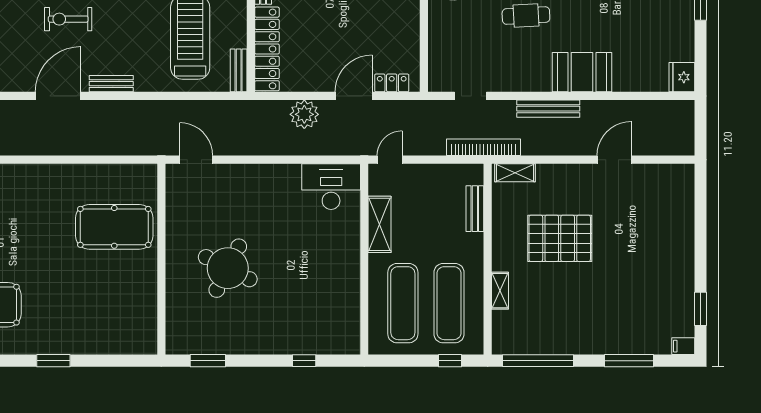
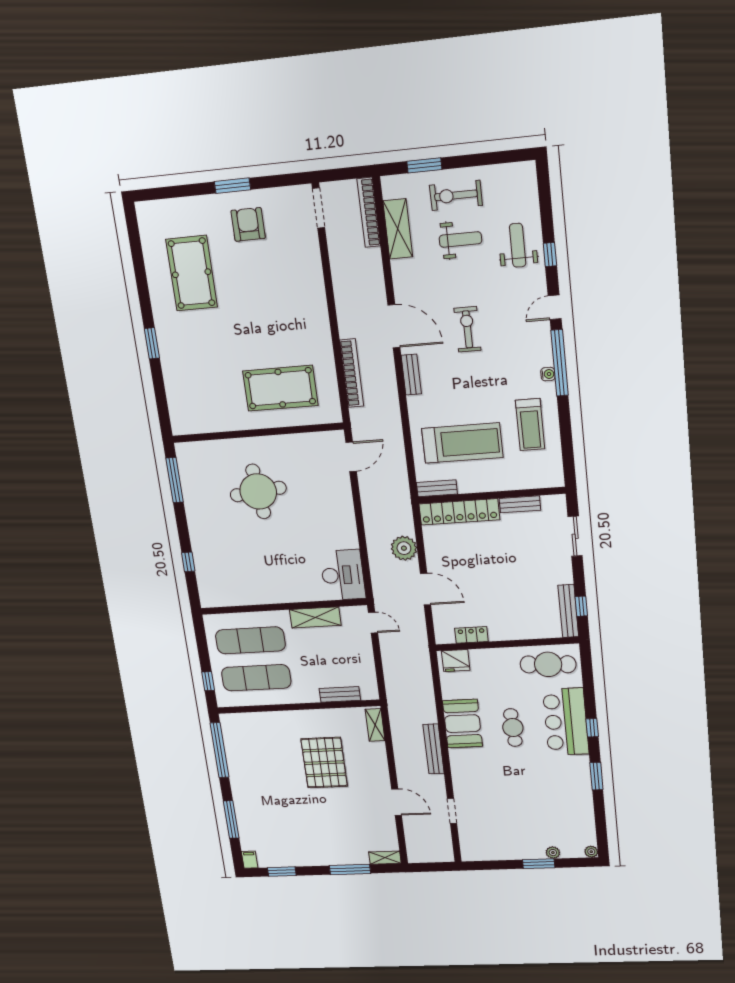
booth: (582, 72) -> (462, 724), moved
fridge: (682, 77) -> (456, 660), moved, turned 180
locker: (392, 83) -> (471, 635), moved, turned -90
doorway: (471, 96) -> (452, 811), moved
bookcase: (484, 147) -> (352, 373), moved
window: (701, 226) -> (350, 869), added
pool table: (114, 227) -> (280, 388), turned 90
round table: (228, 268) -> (258, 491), turned -33
shelving: (500, 291) -> (385, 858), moved
window: (208, 361) -> (175, 480), width x1.44

